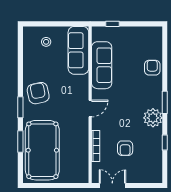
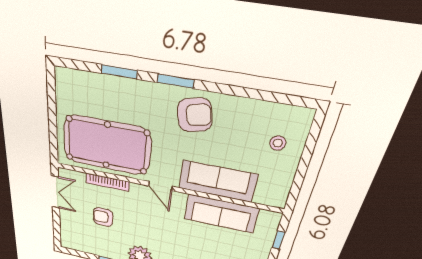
sofa: (78, 50) -> (217, 181), moved
pool table: (42, 150) -> (107, 145), moved

